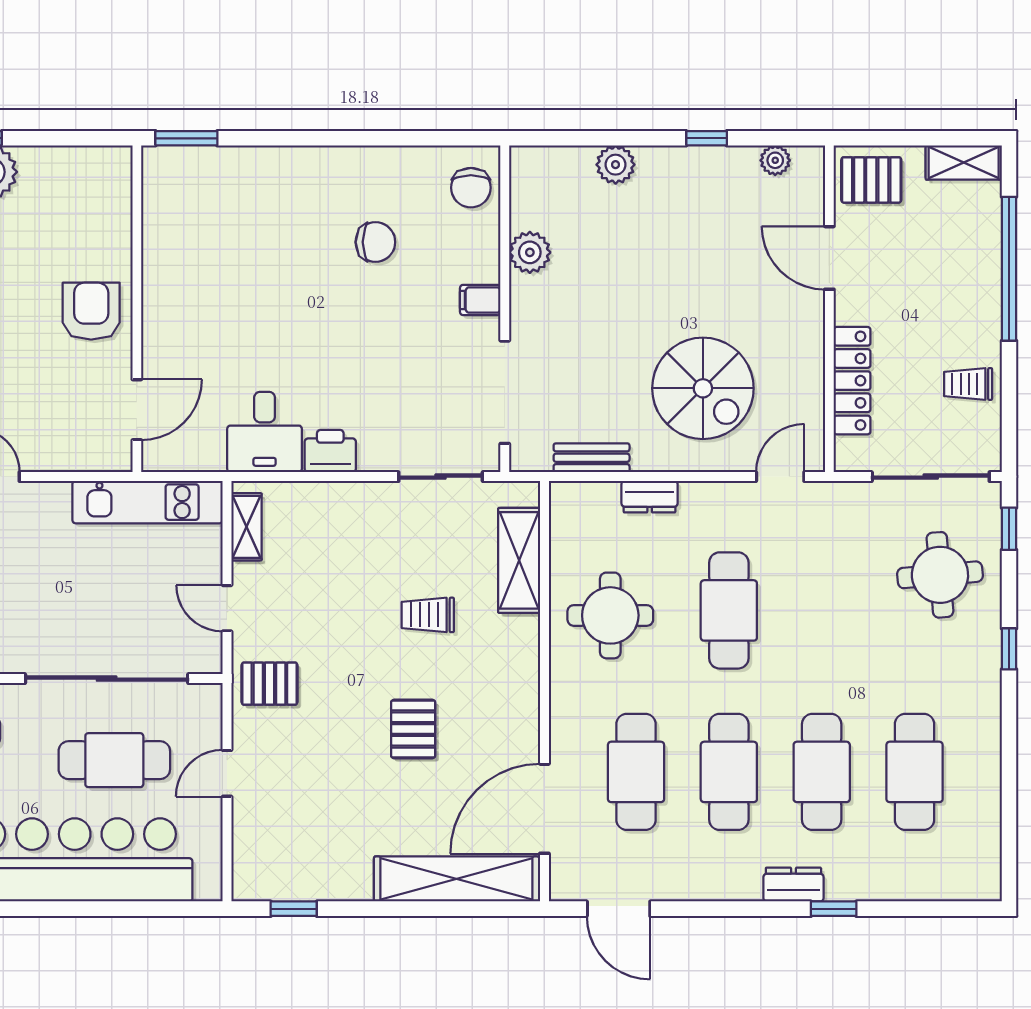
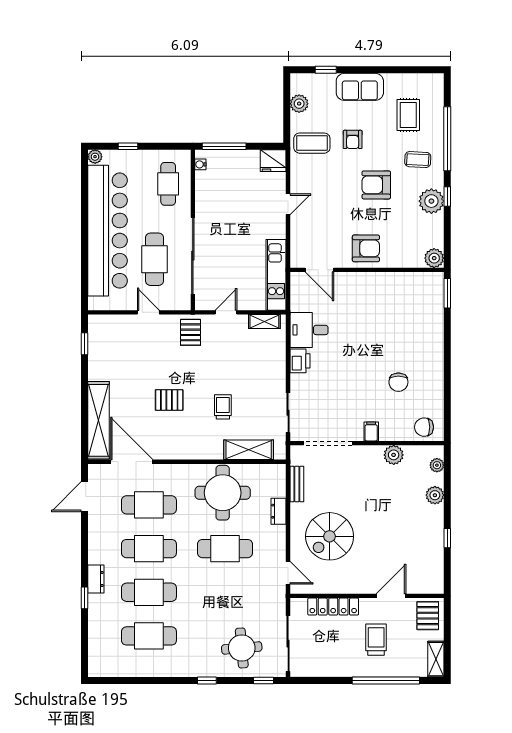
plant: (775, 160) -> (437, 465), moved
plant: (112, 166) -> (434, 258), added
trolley: (968, 384) -> (376, 640), moved, width x1.36, depth x1.39
round table: (610, 615) -> (223, 493), width x1.36, depth x1.36

